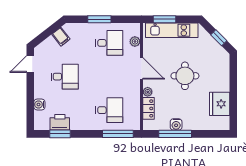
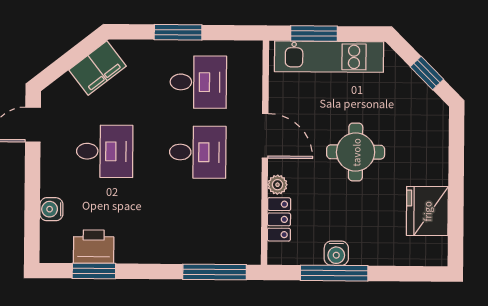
filing cabinet: (61, 37) -> (98, 68), width x2.00
plant: (135, 41) -> (252, 79), removed
desk: (109, 110) -> (198, 152), moved

